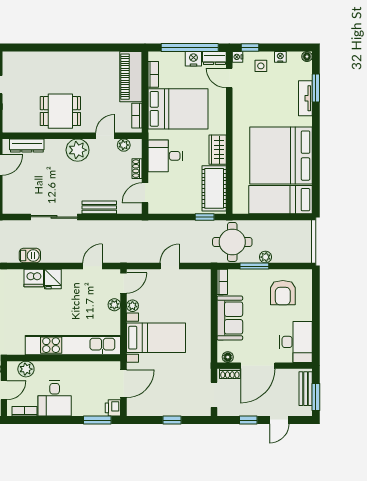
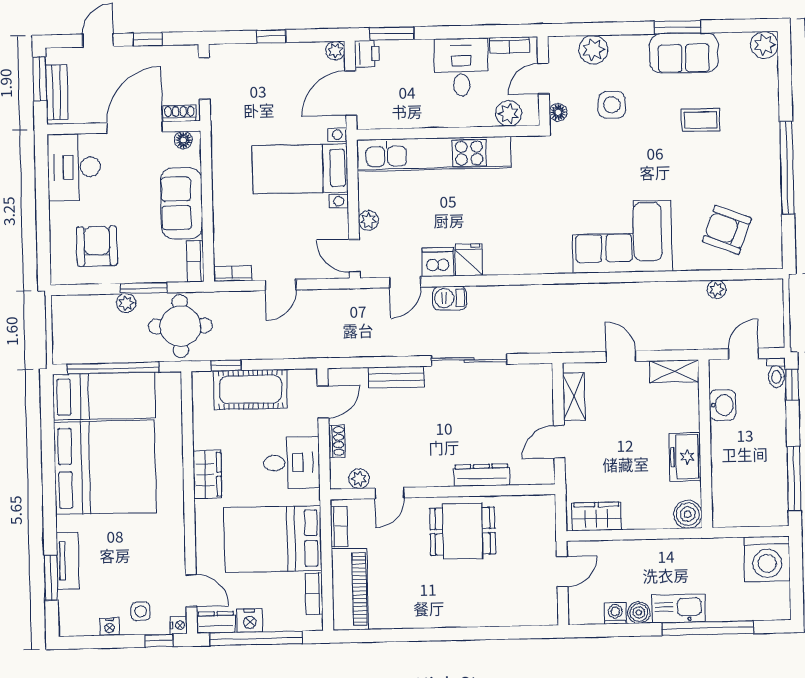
floor lamp: (307, 57) -> (67, 628), removed
dresser: (27, 145) -> (482, 475), moved
plant: (78, 150) -> (433, 469), removed
cot: (214, 188) -> (251, 389), moved, turned 90
window: (275, 217) -> (113, 368), added
barbecue: (30, 256) -> (450, 298), moved
bookcase: (199, 274) -> (232, 274), added
dishwasher: (34, 278) -> (438, 262), moved
door: (124, 283) -> (354, 256), hinge flipped
plant: (132, 306) -> (335, 51), moved

